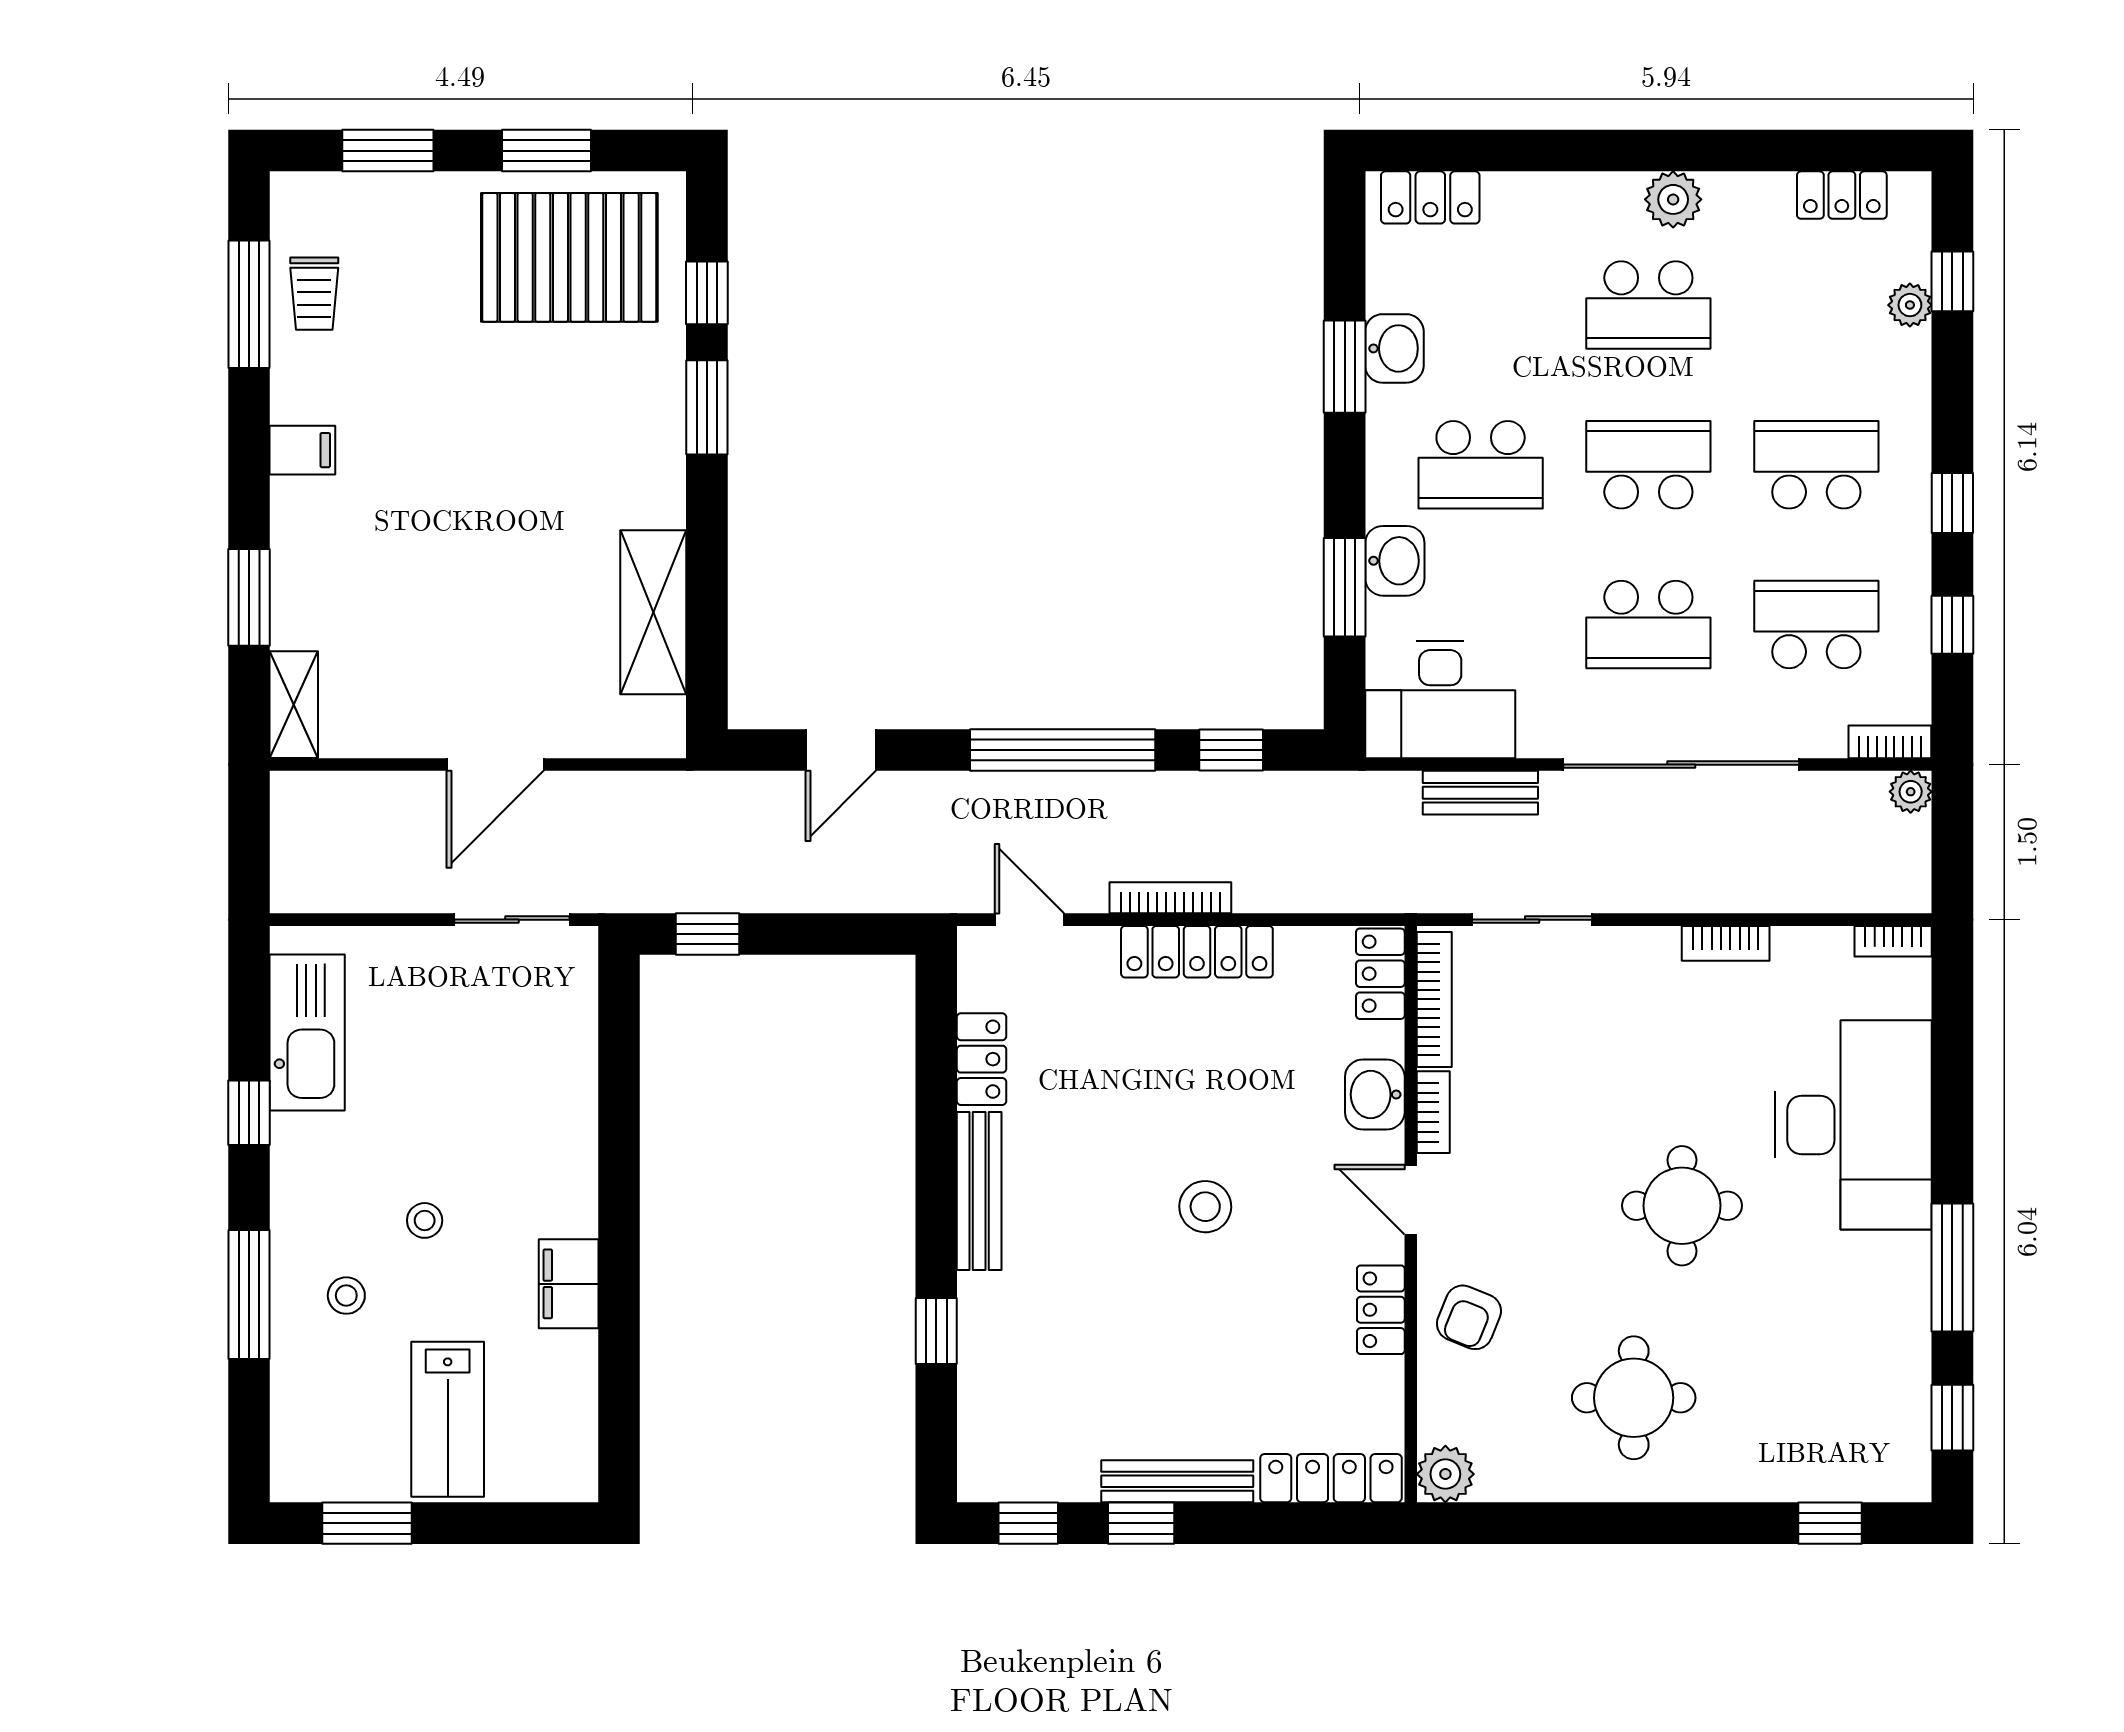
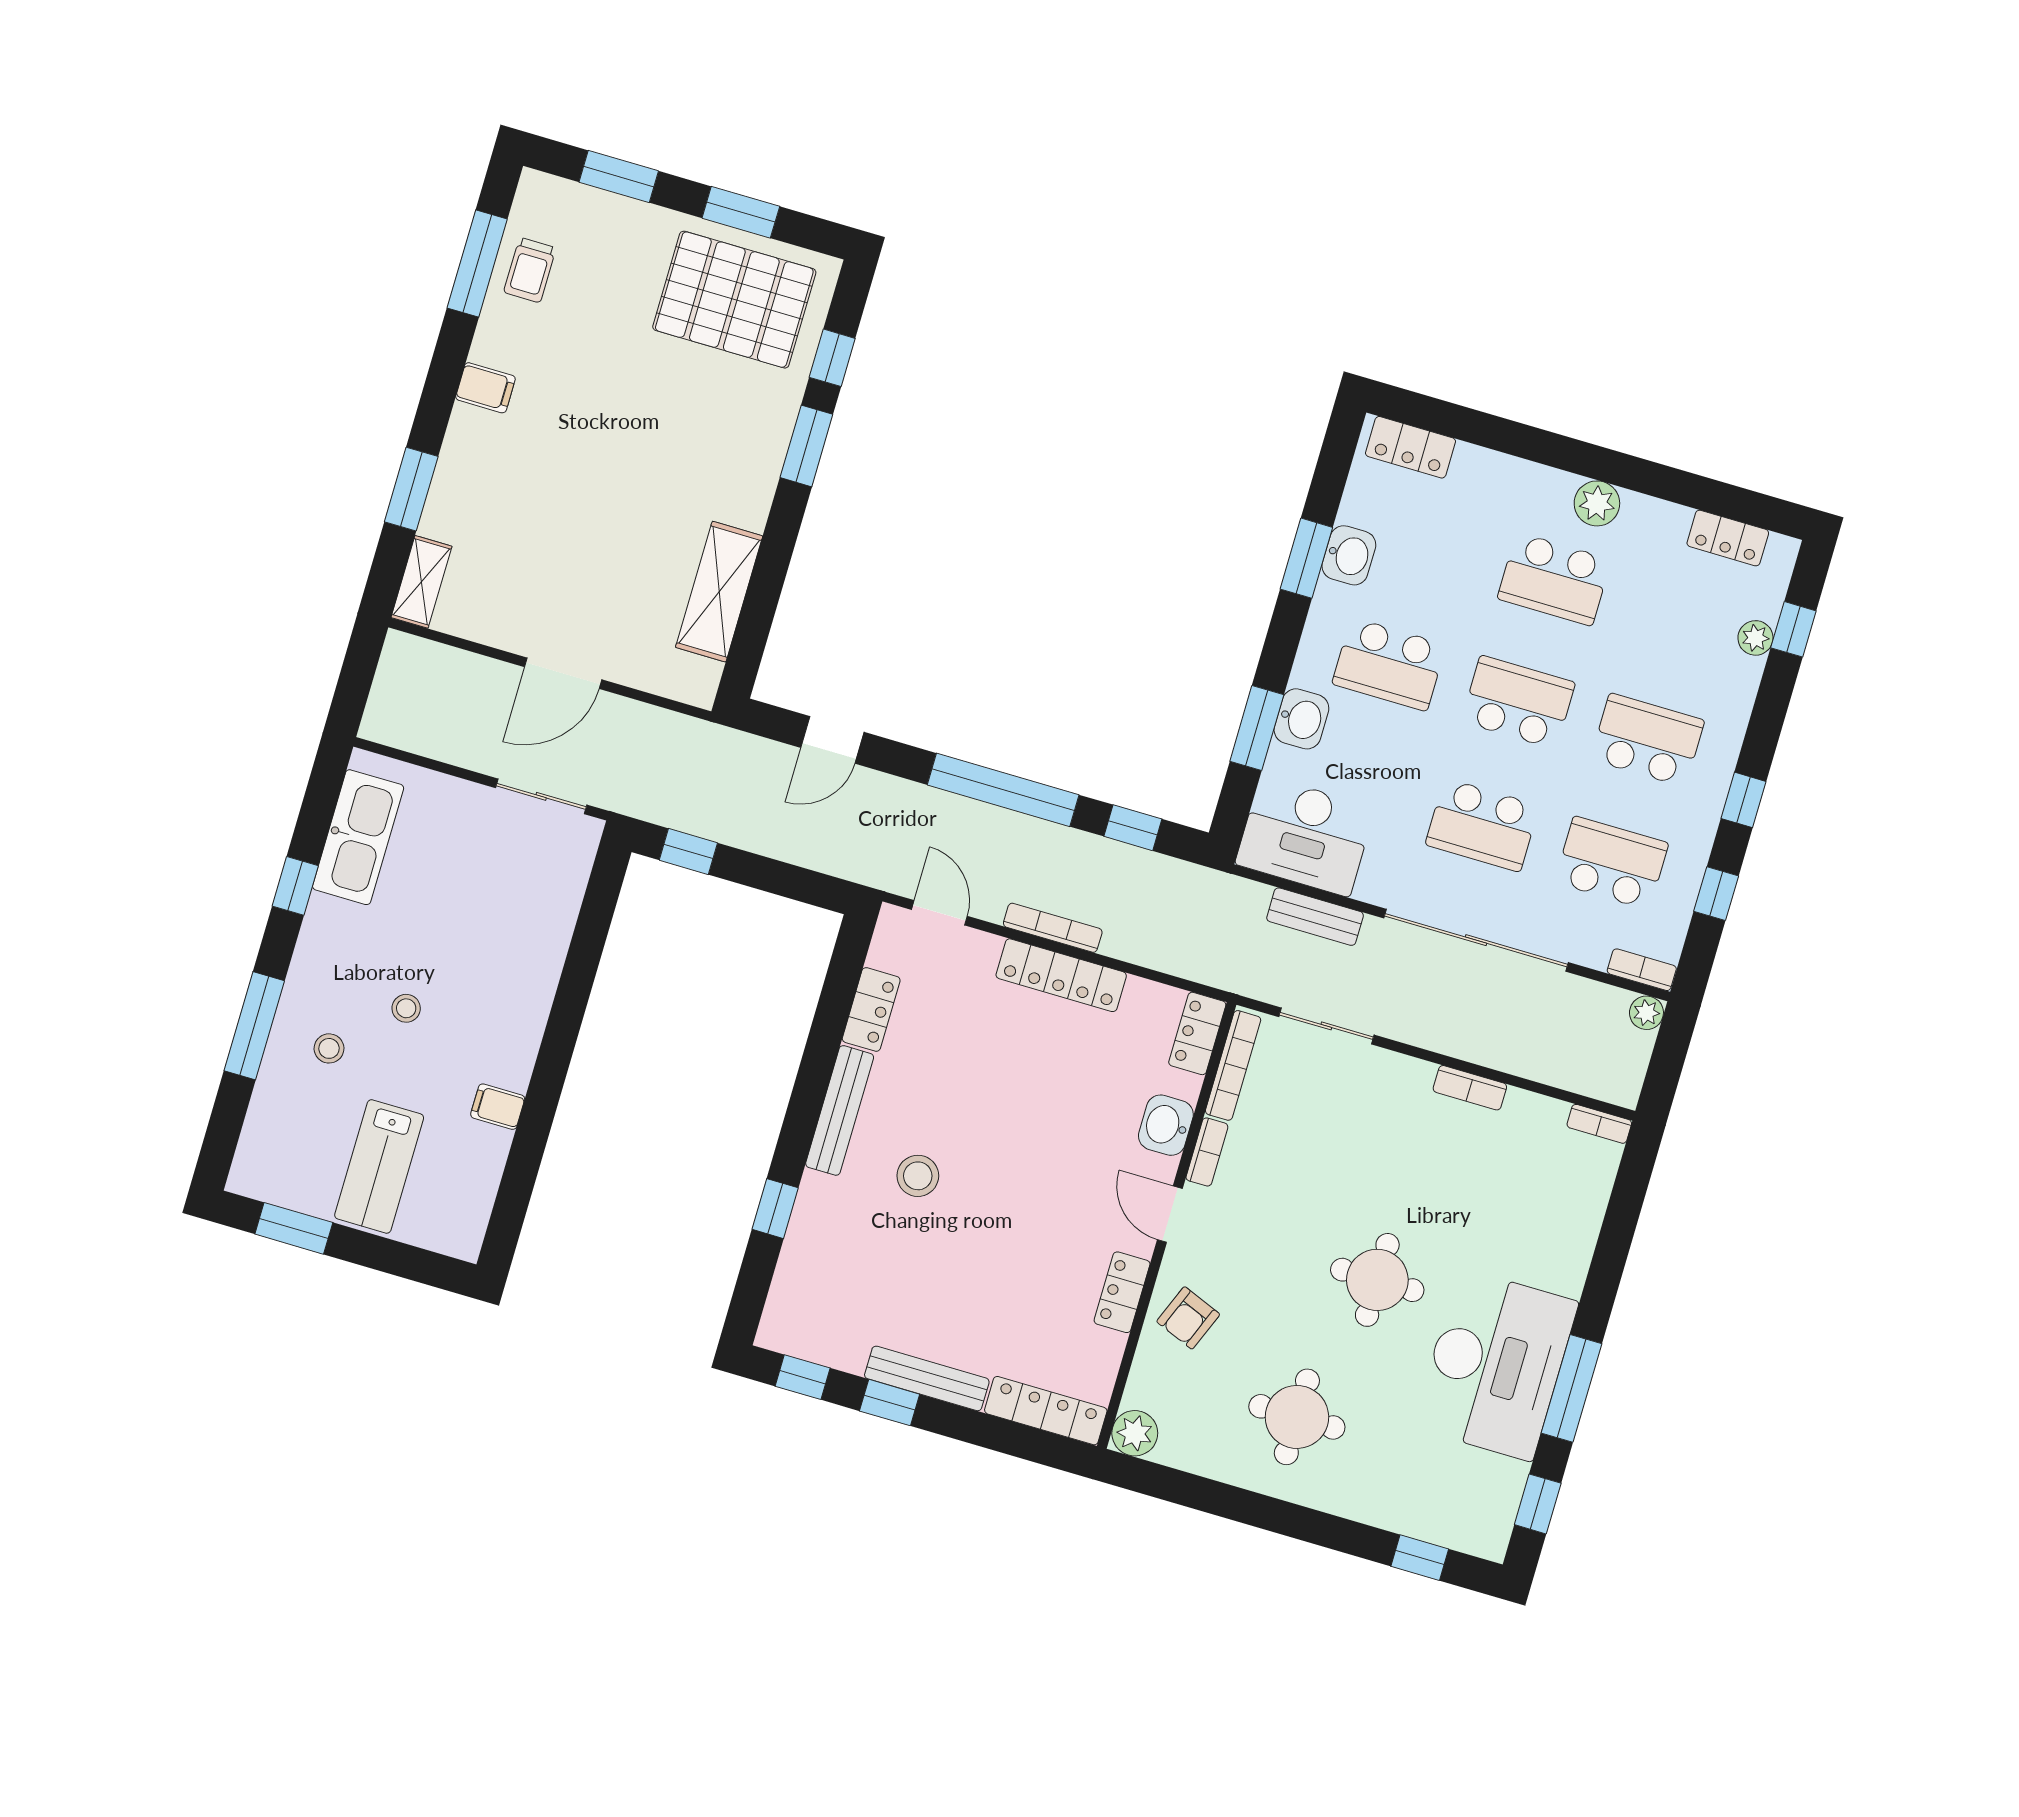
desk: (1853, 1125) -> (1496, 1365), moved
stool: (1205, 1207) -> (918, 1176), moved
filing cabinet: (569, 1284) -> (498, 1107), width x0.50

